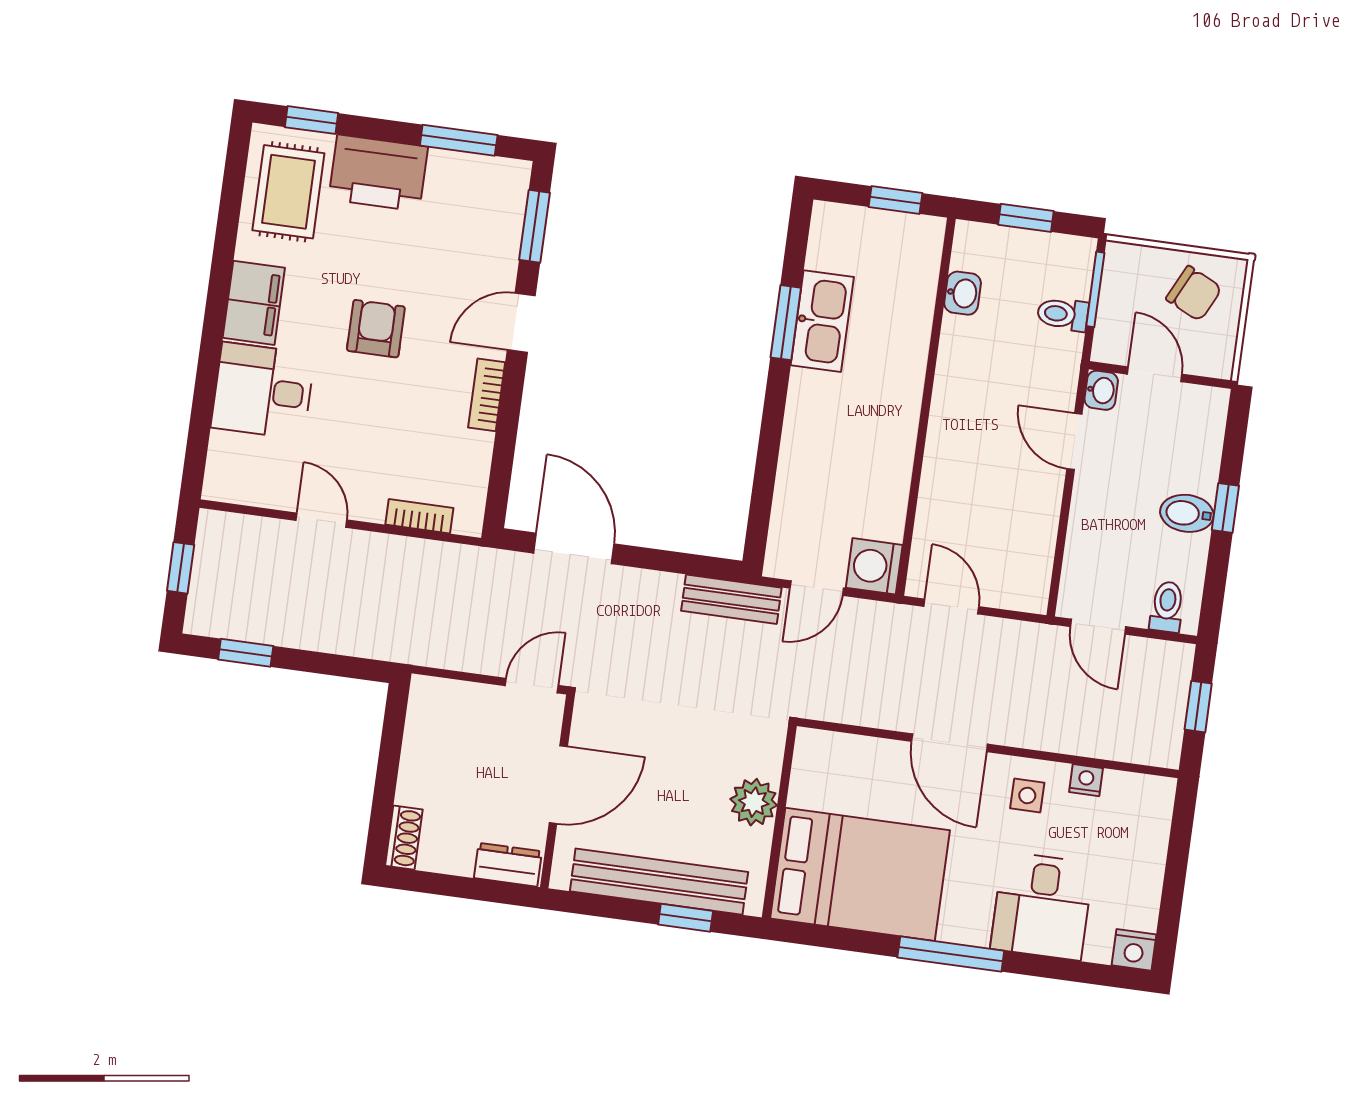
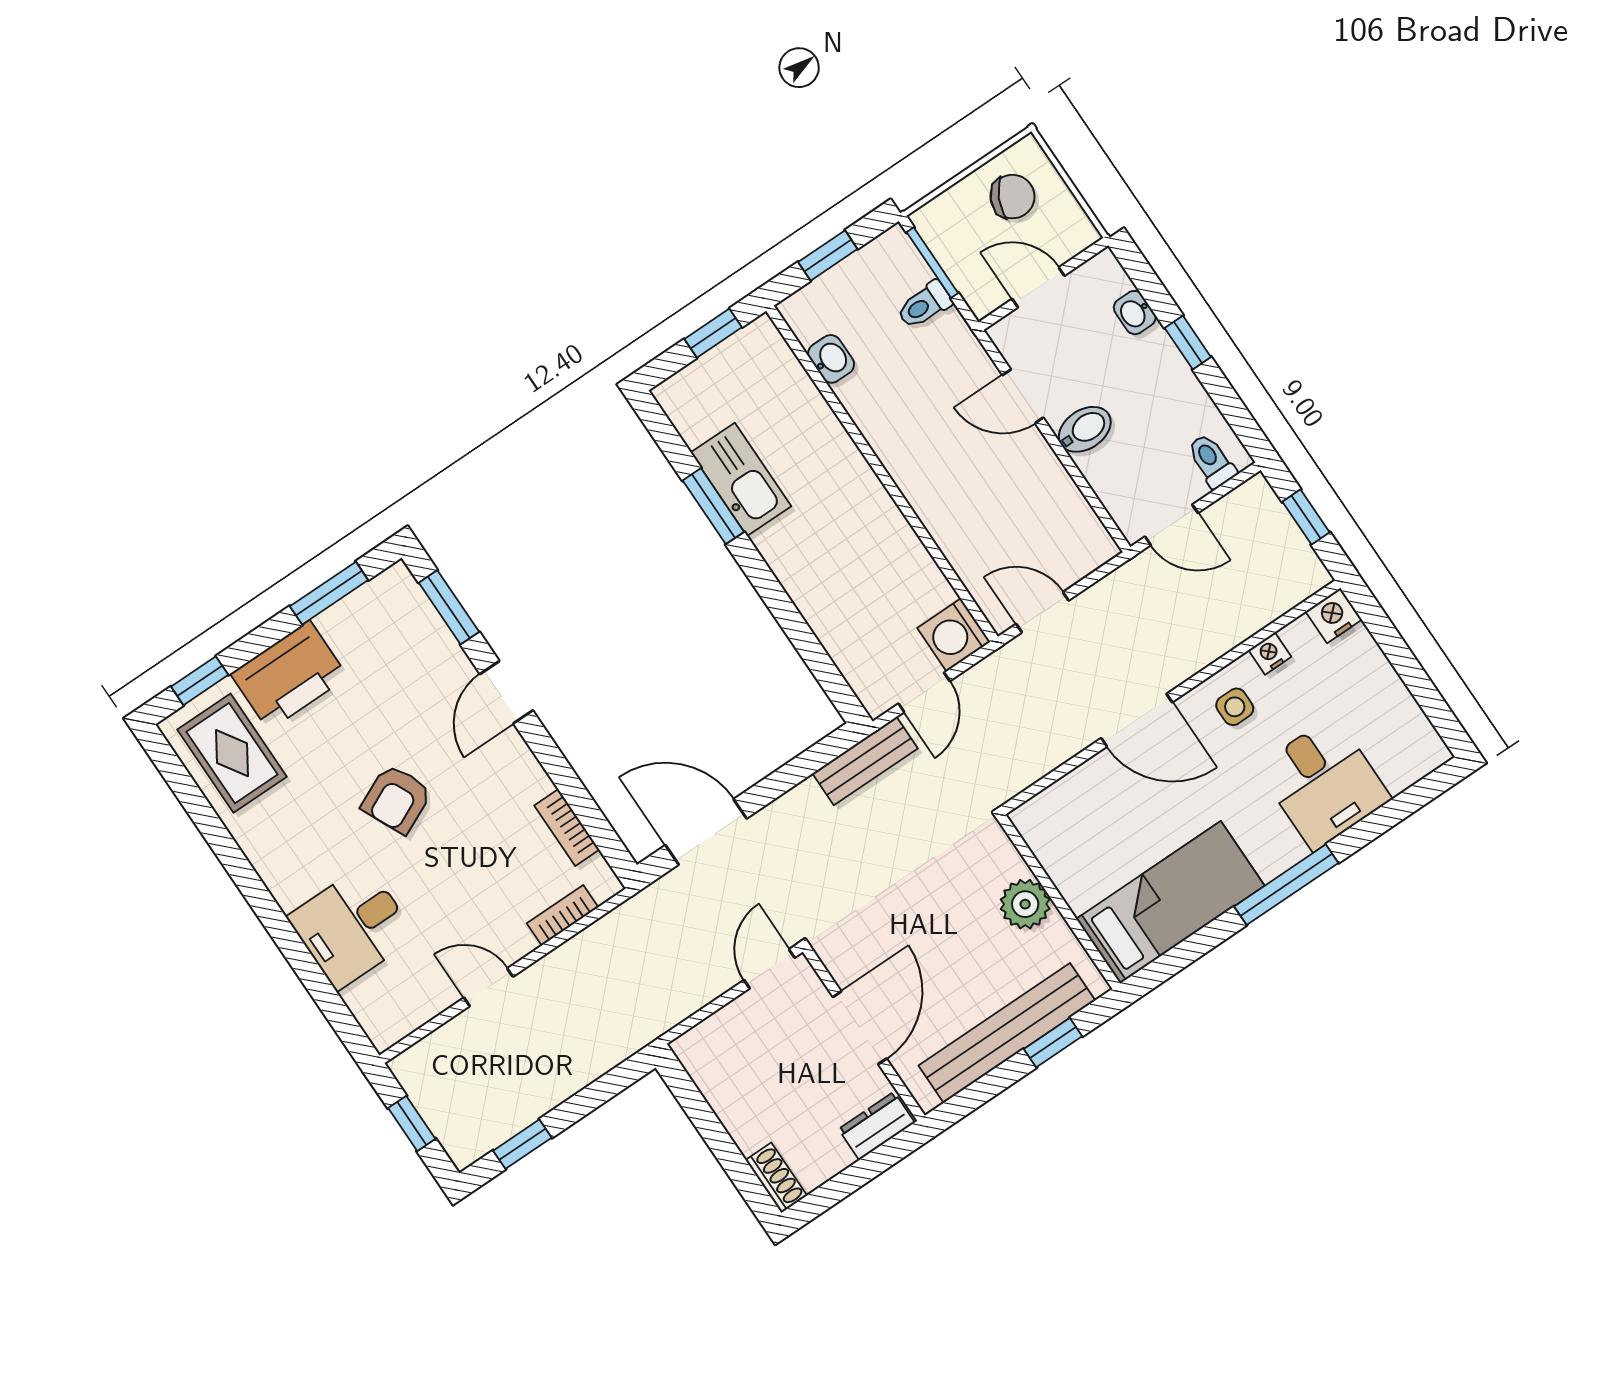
filing cabinet: (254, 303) -> (283, 864), removed
armchair: (376, 329) -> (397, 799), turned -115
washbasin: (1101, 390) -> (1135, 313), moved, turned 180
bookcase: (487, 395) -> (567, 828), moved
bidet: (1187, 513) -> (1085, 429), moved, turned 180
bed: (860, 874) -> (1170, 902), width x0.67
nightstand: (1134, 950) -> (1334, 616), moved, turned 180

